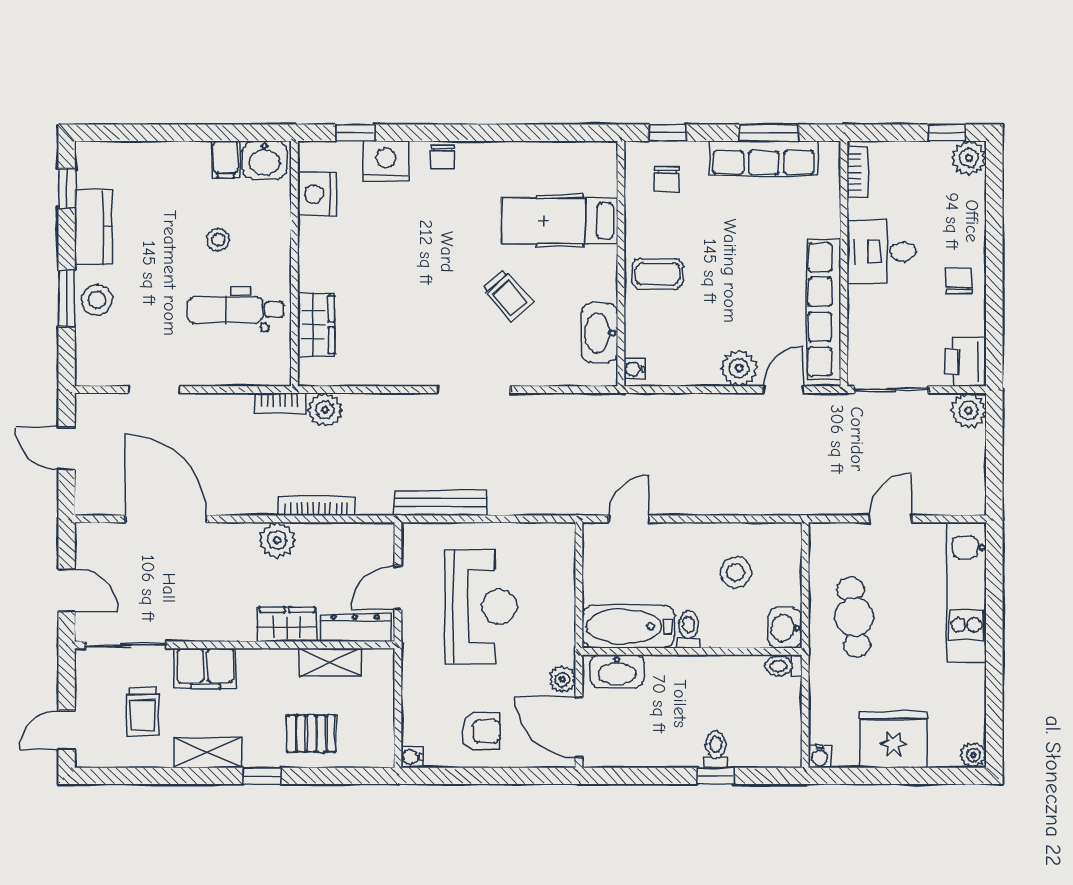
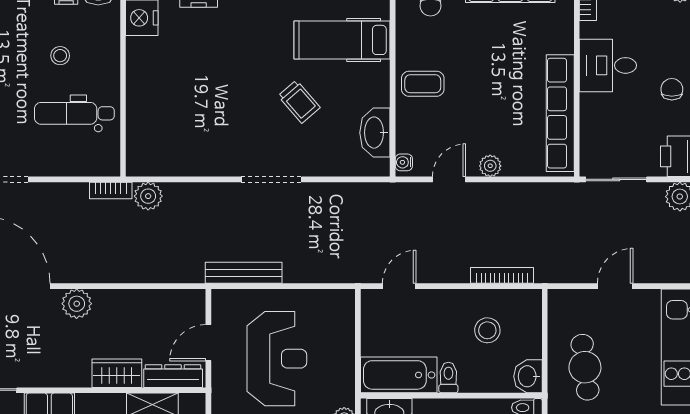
wardrobe: (316, 325) -> (141, 126), removed
plant: (739, 368) -> (490, 166), width x0.73, depth x0.73
door: (783, 390) -> (449, 179), moved
bookcase: (316, 506) -> (502, 275), moved
plant: (277, 540) -> (77, 304), moved

